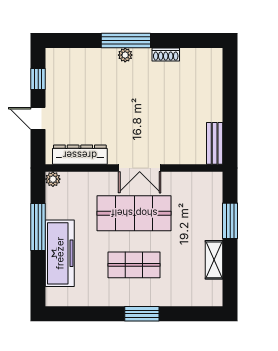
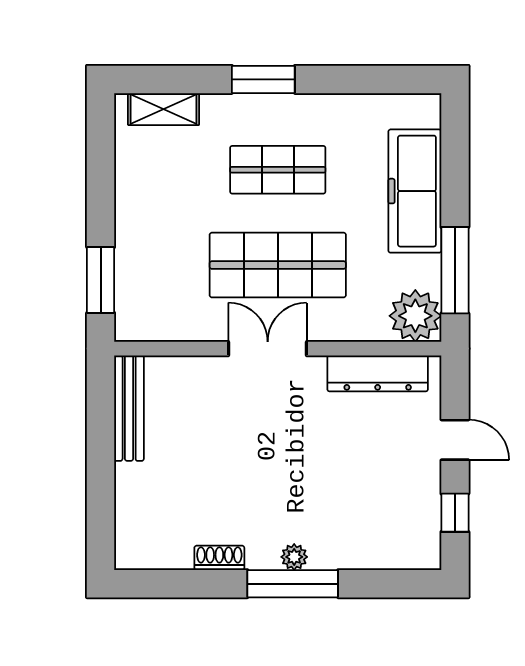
bench: (215, 143) -> (129, 408), width x1.36
plant: (53, 179) -> (415, 316), width x1.88, depth x1.88
window: (230, 221) -> (101, 280), moved
window: (38, 227) -> (455, 270), moved
shelving: (214, 260) -> (163, 109), moved, turned 90

